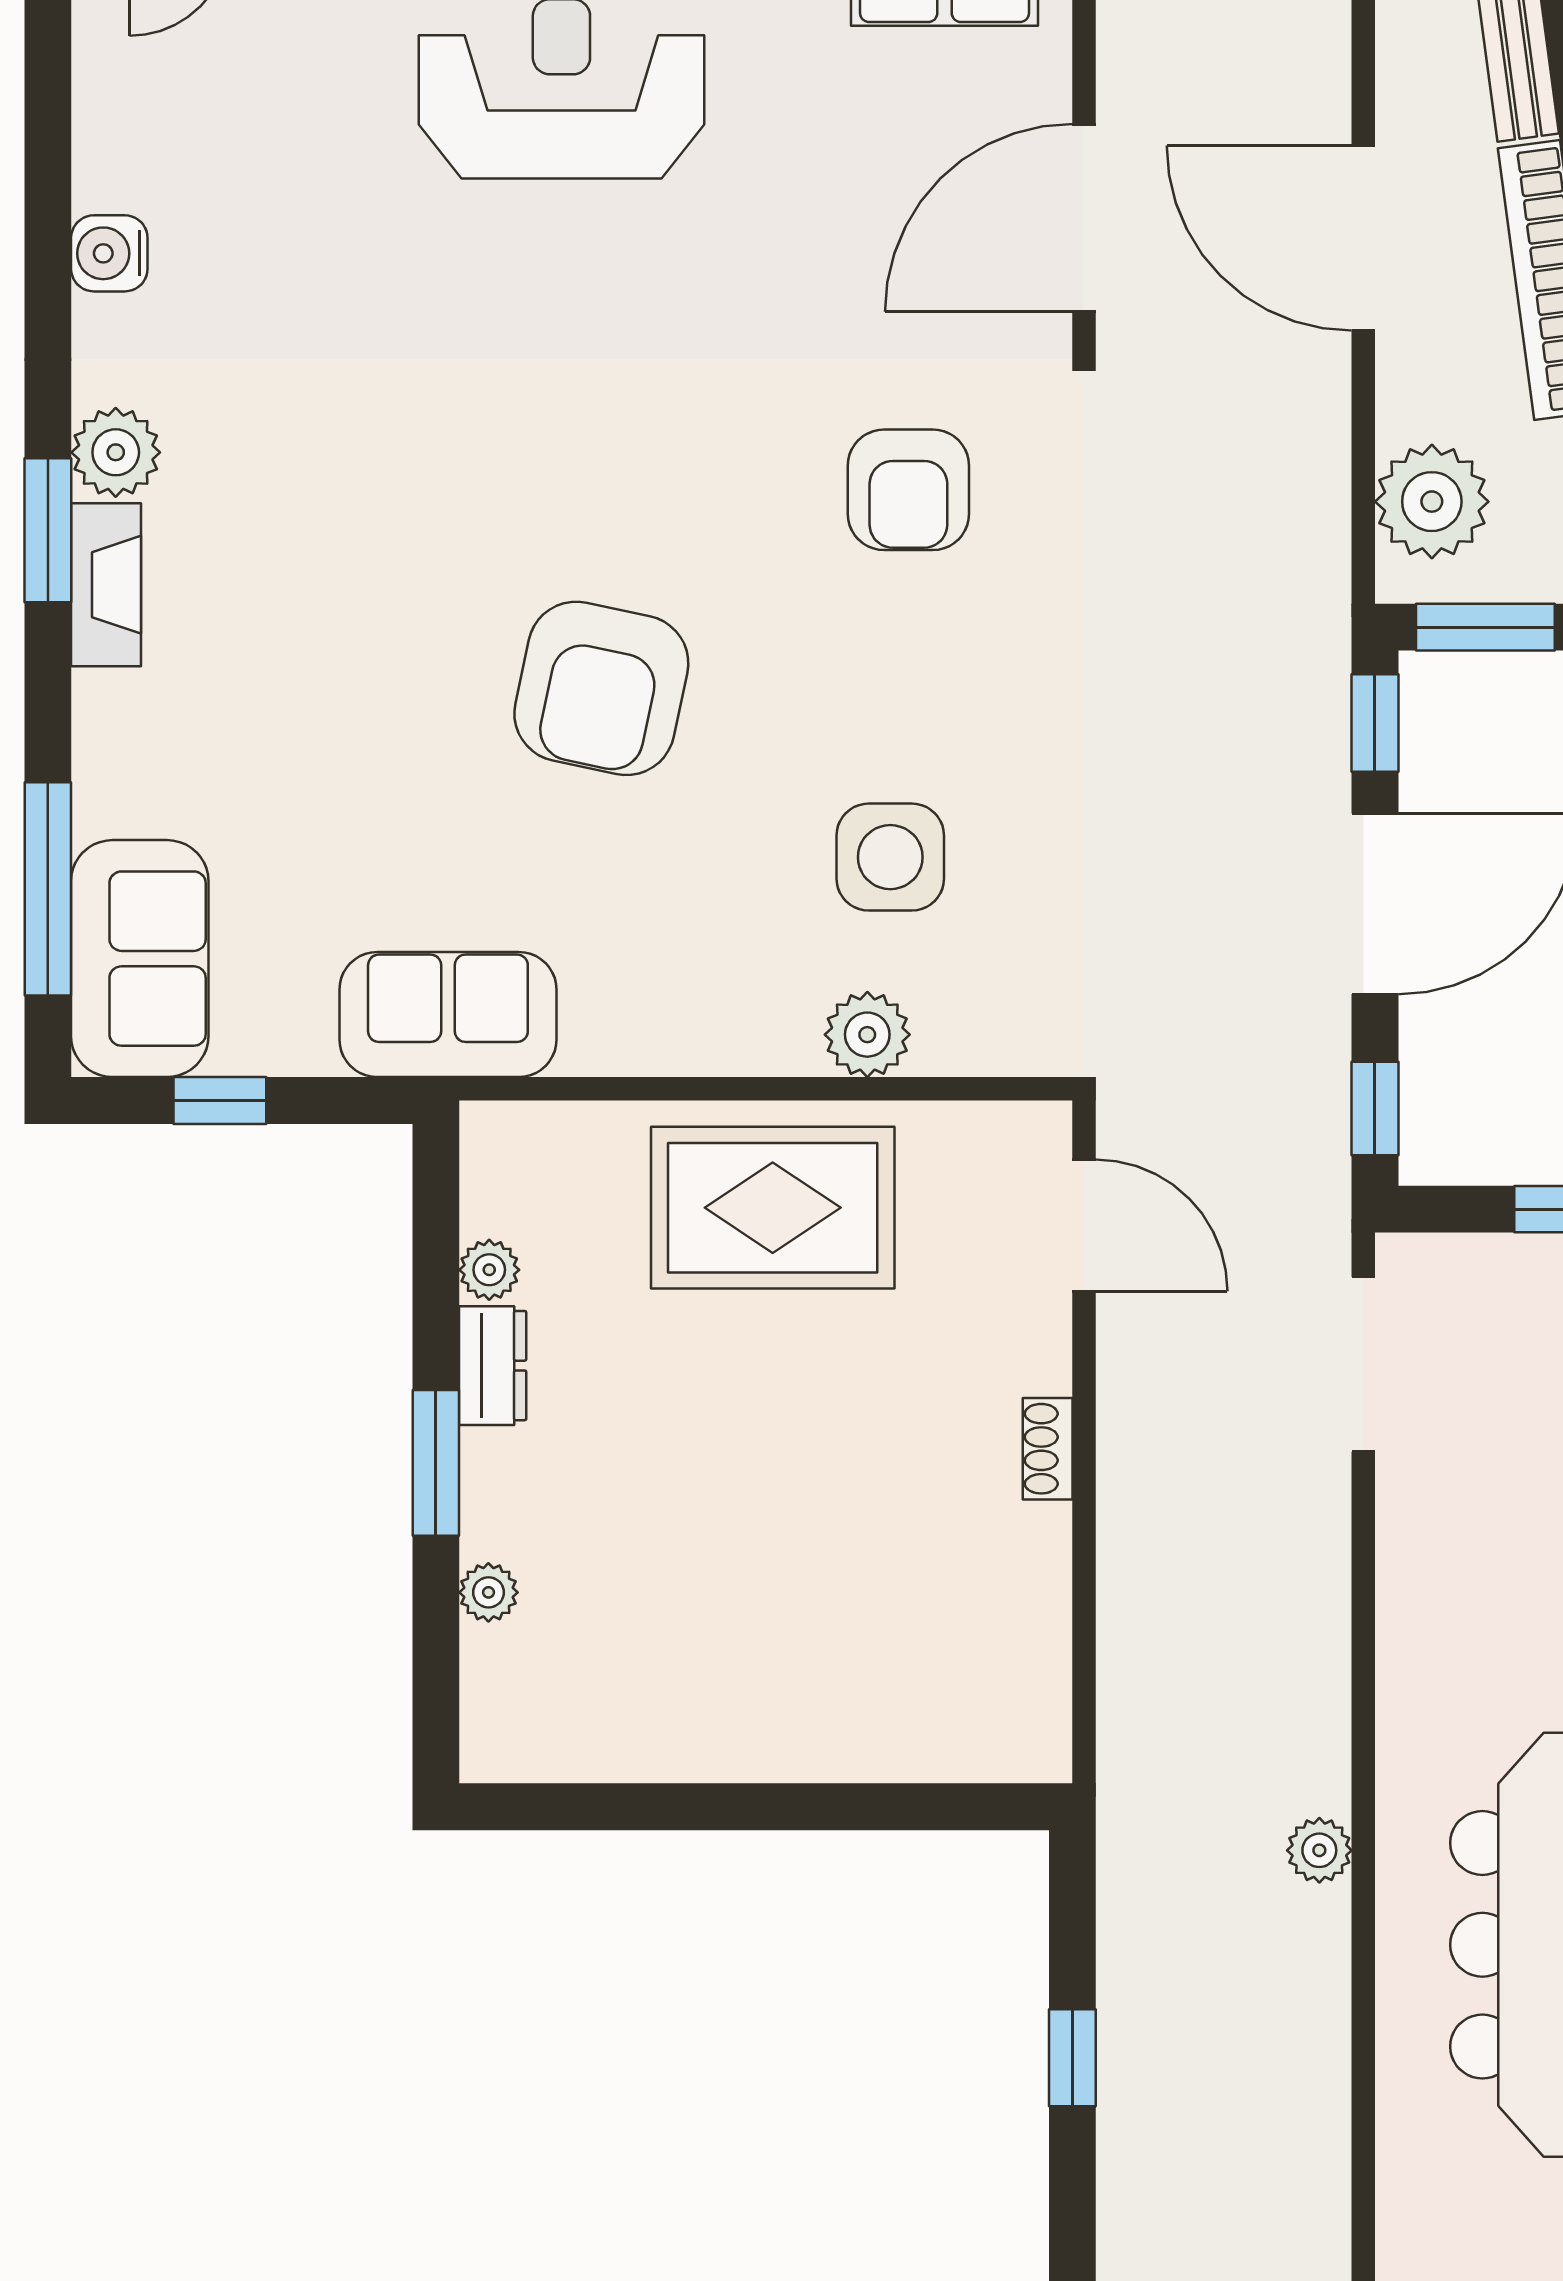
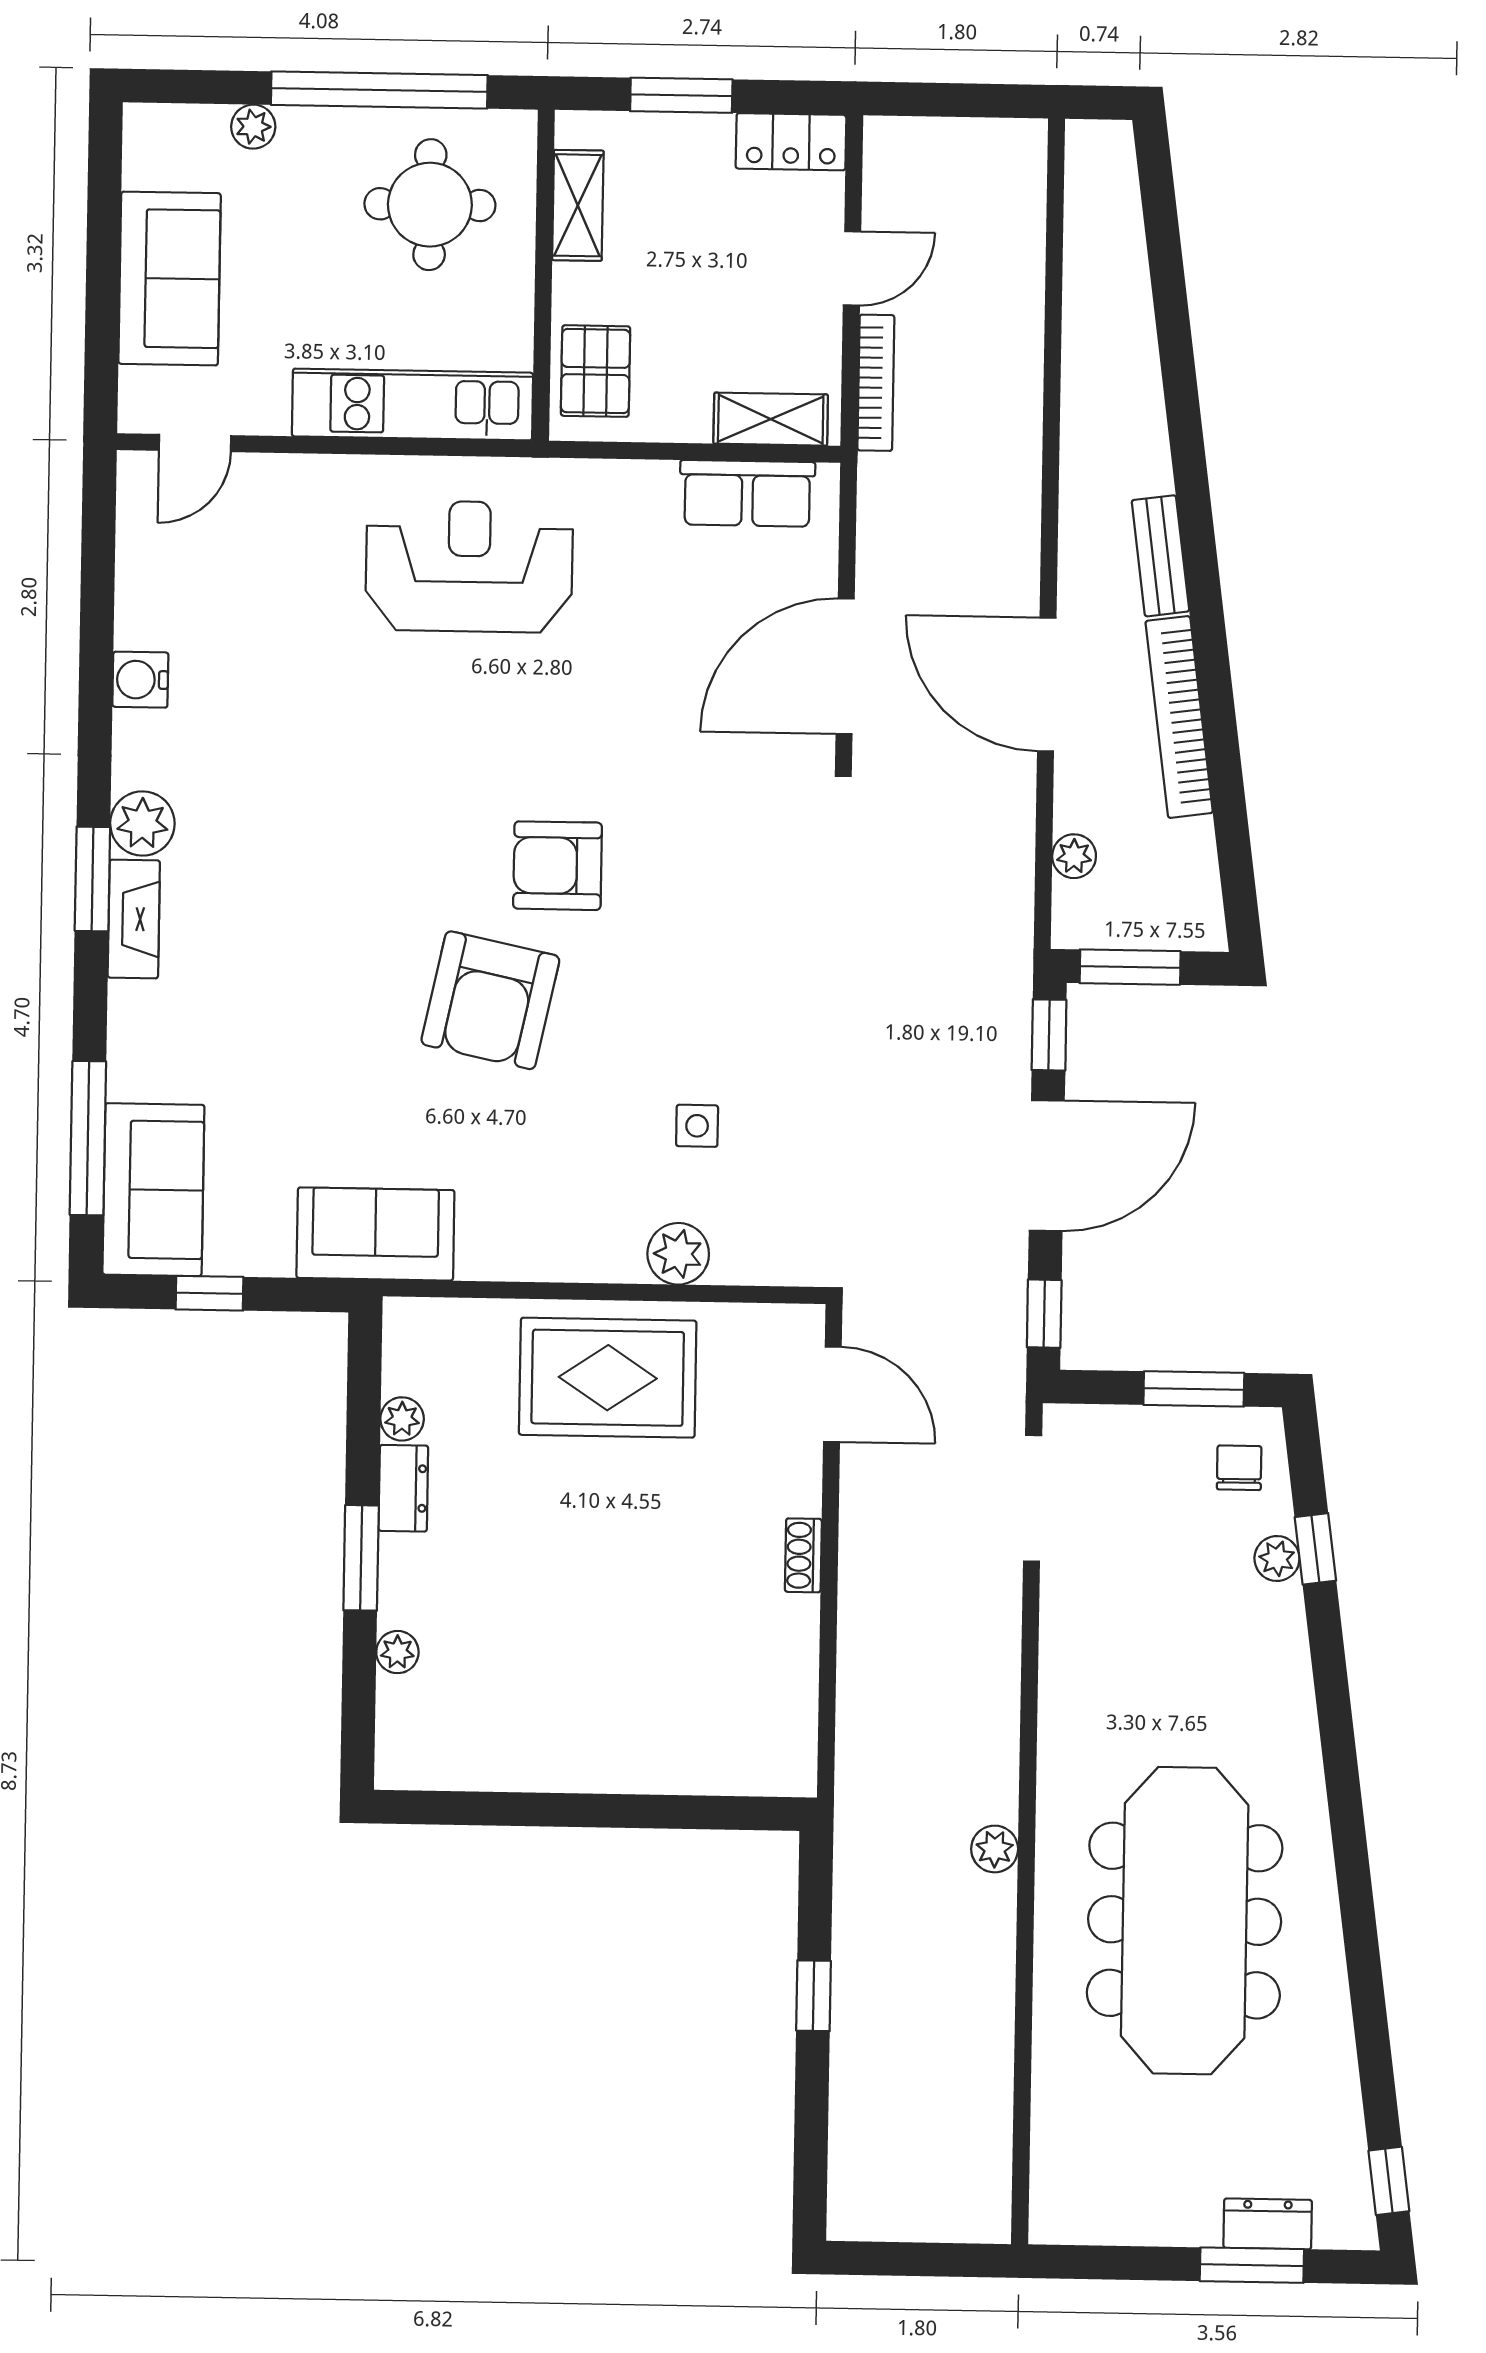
armchair: (908, 490) -> (558, 866), moved, turned 90
plant: (1432, 502) -> (1074, 856), width x0.53, depth x0.53
side table: (890, 857) -> (697, 1126), width x0.54, depth x0.54

